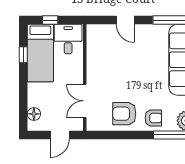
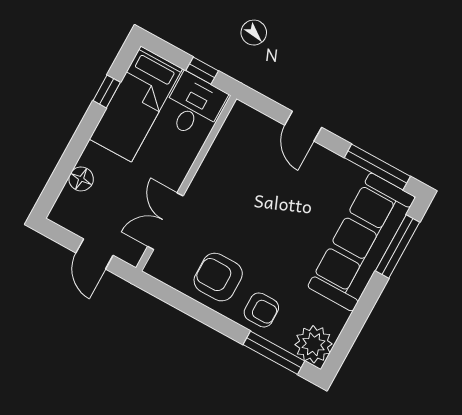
window: (50, 20) -> (202, 71), moved
floor lamp: (34, 114) -> (81, 179), moved
door: (60, 135) -> (95, 254), hinge flipped

